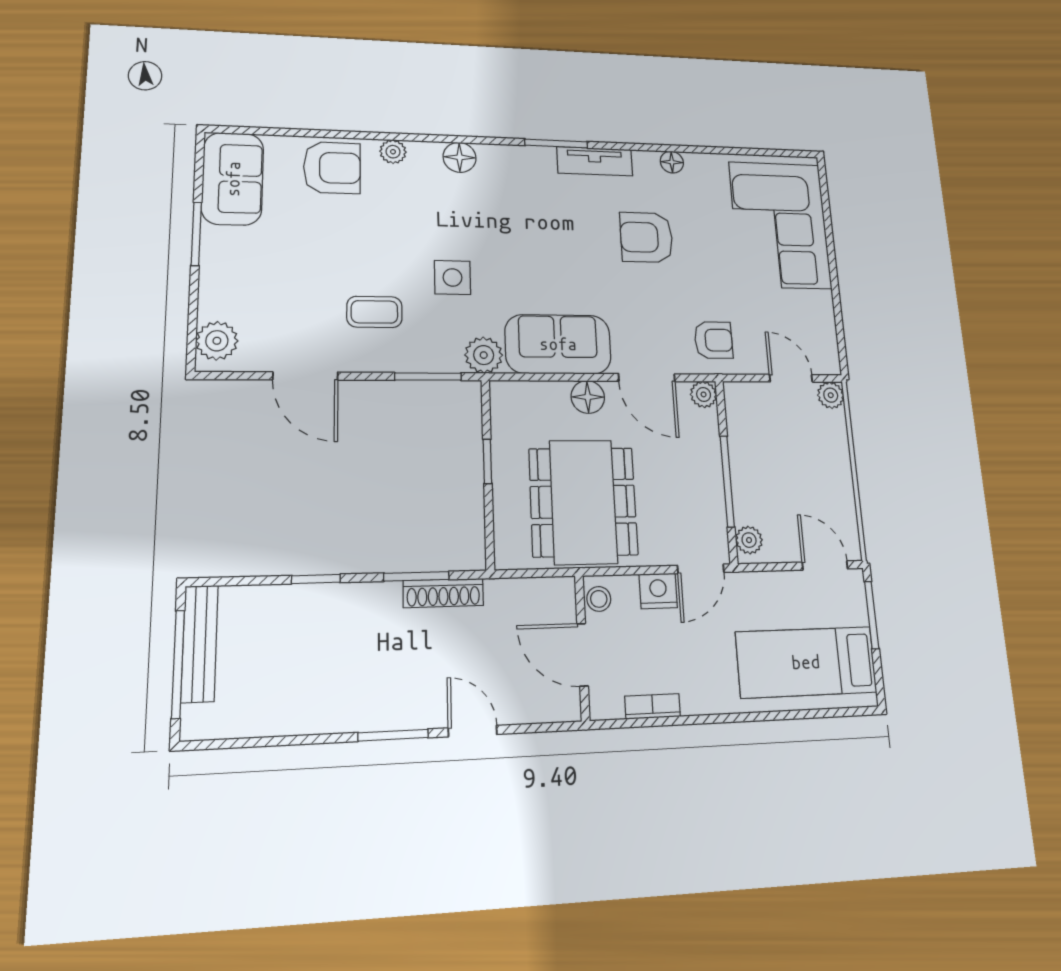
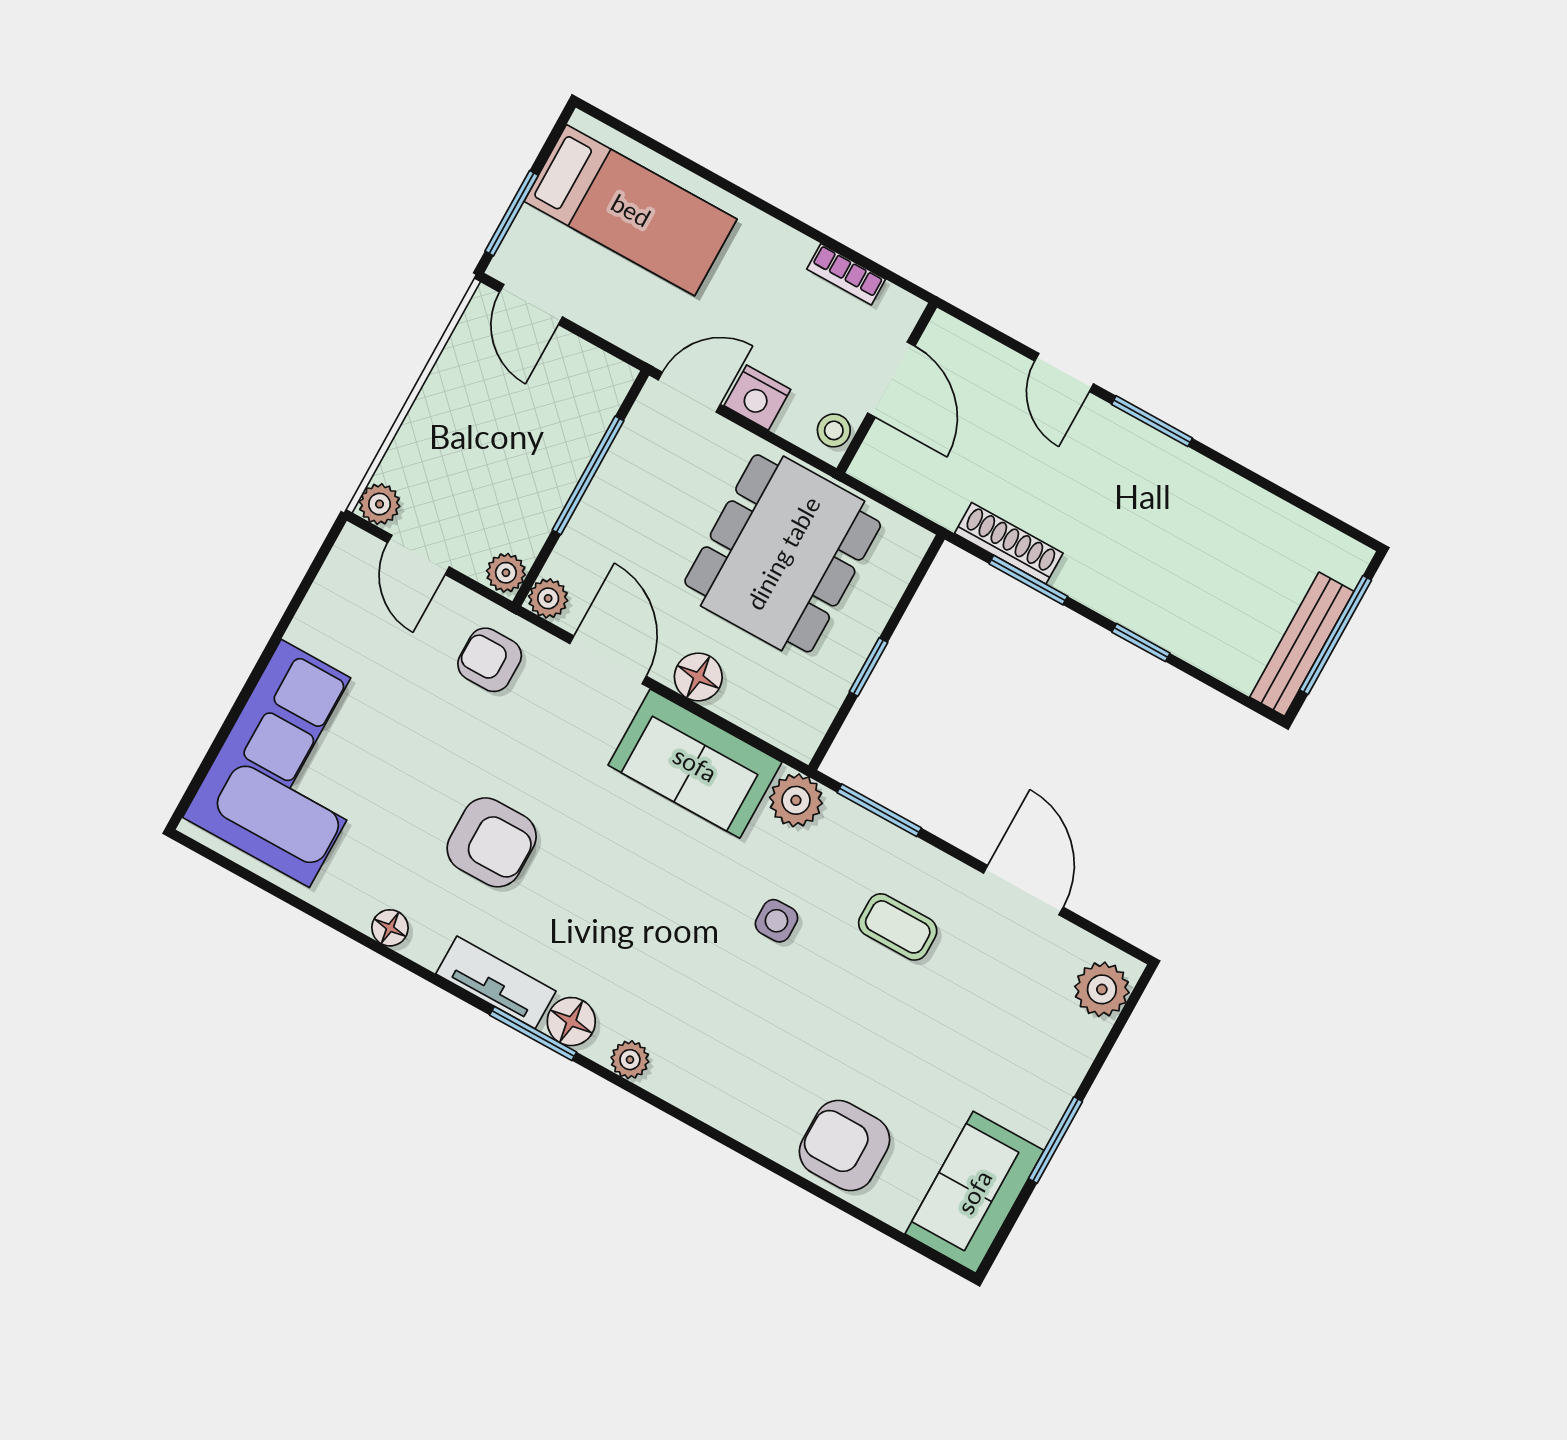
plant: (393, 152) -> (630, 1060), moved
floor lamp: (460, 157) -> (571, 1022), moved
side table: (452, 277) -> (776, 921), width x0.73, depth x0.73
plant: (749, 540) -> (506, 573), moved

